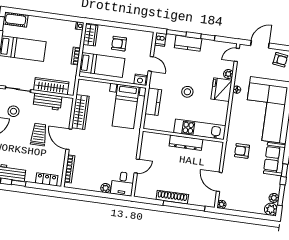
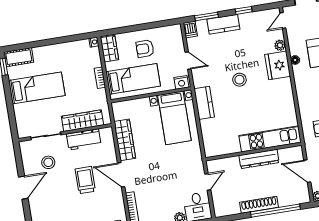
kitchen unit: (200, 129) -> (270, 139), moved
wall: (183, 135) -> (253, 152), moved
dresser: (186, 143) -> (259, 159), moved

